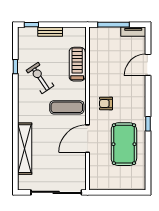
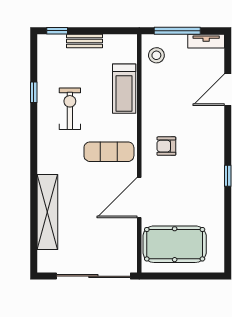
stool: (99, 41) -> (156, 55), added
treadmill: (77, 64) -> (124, 89), turned 180
exercise bike: (40, 78) -> (70, 109), turned 34
pool table: (124, 144) -> (175, 244), moved, turned 90

